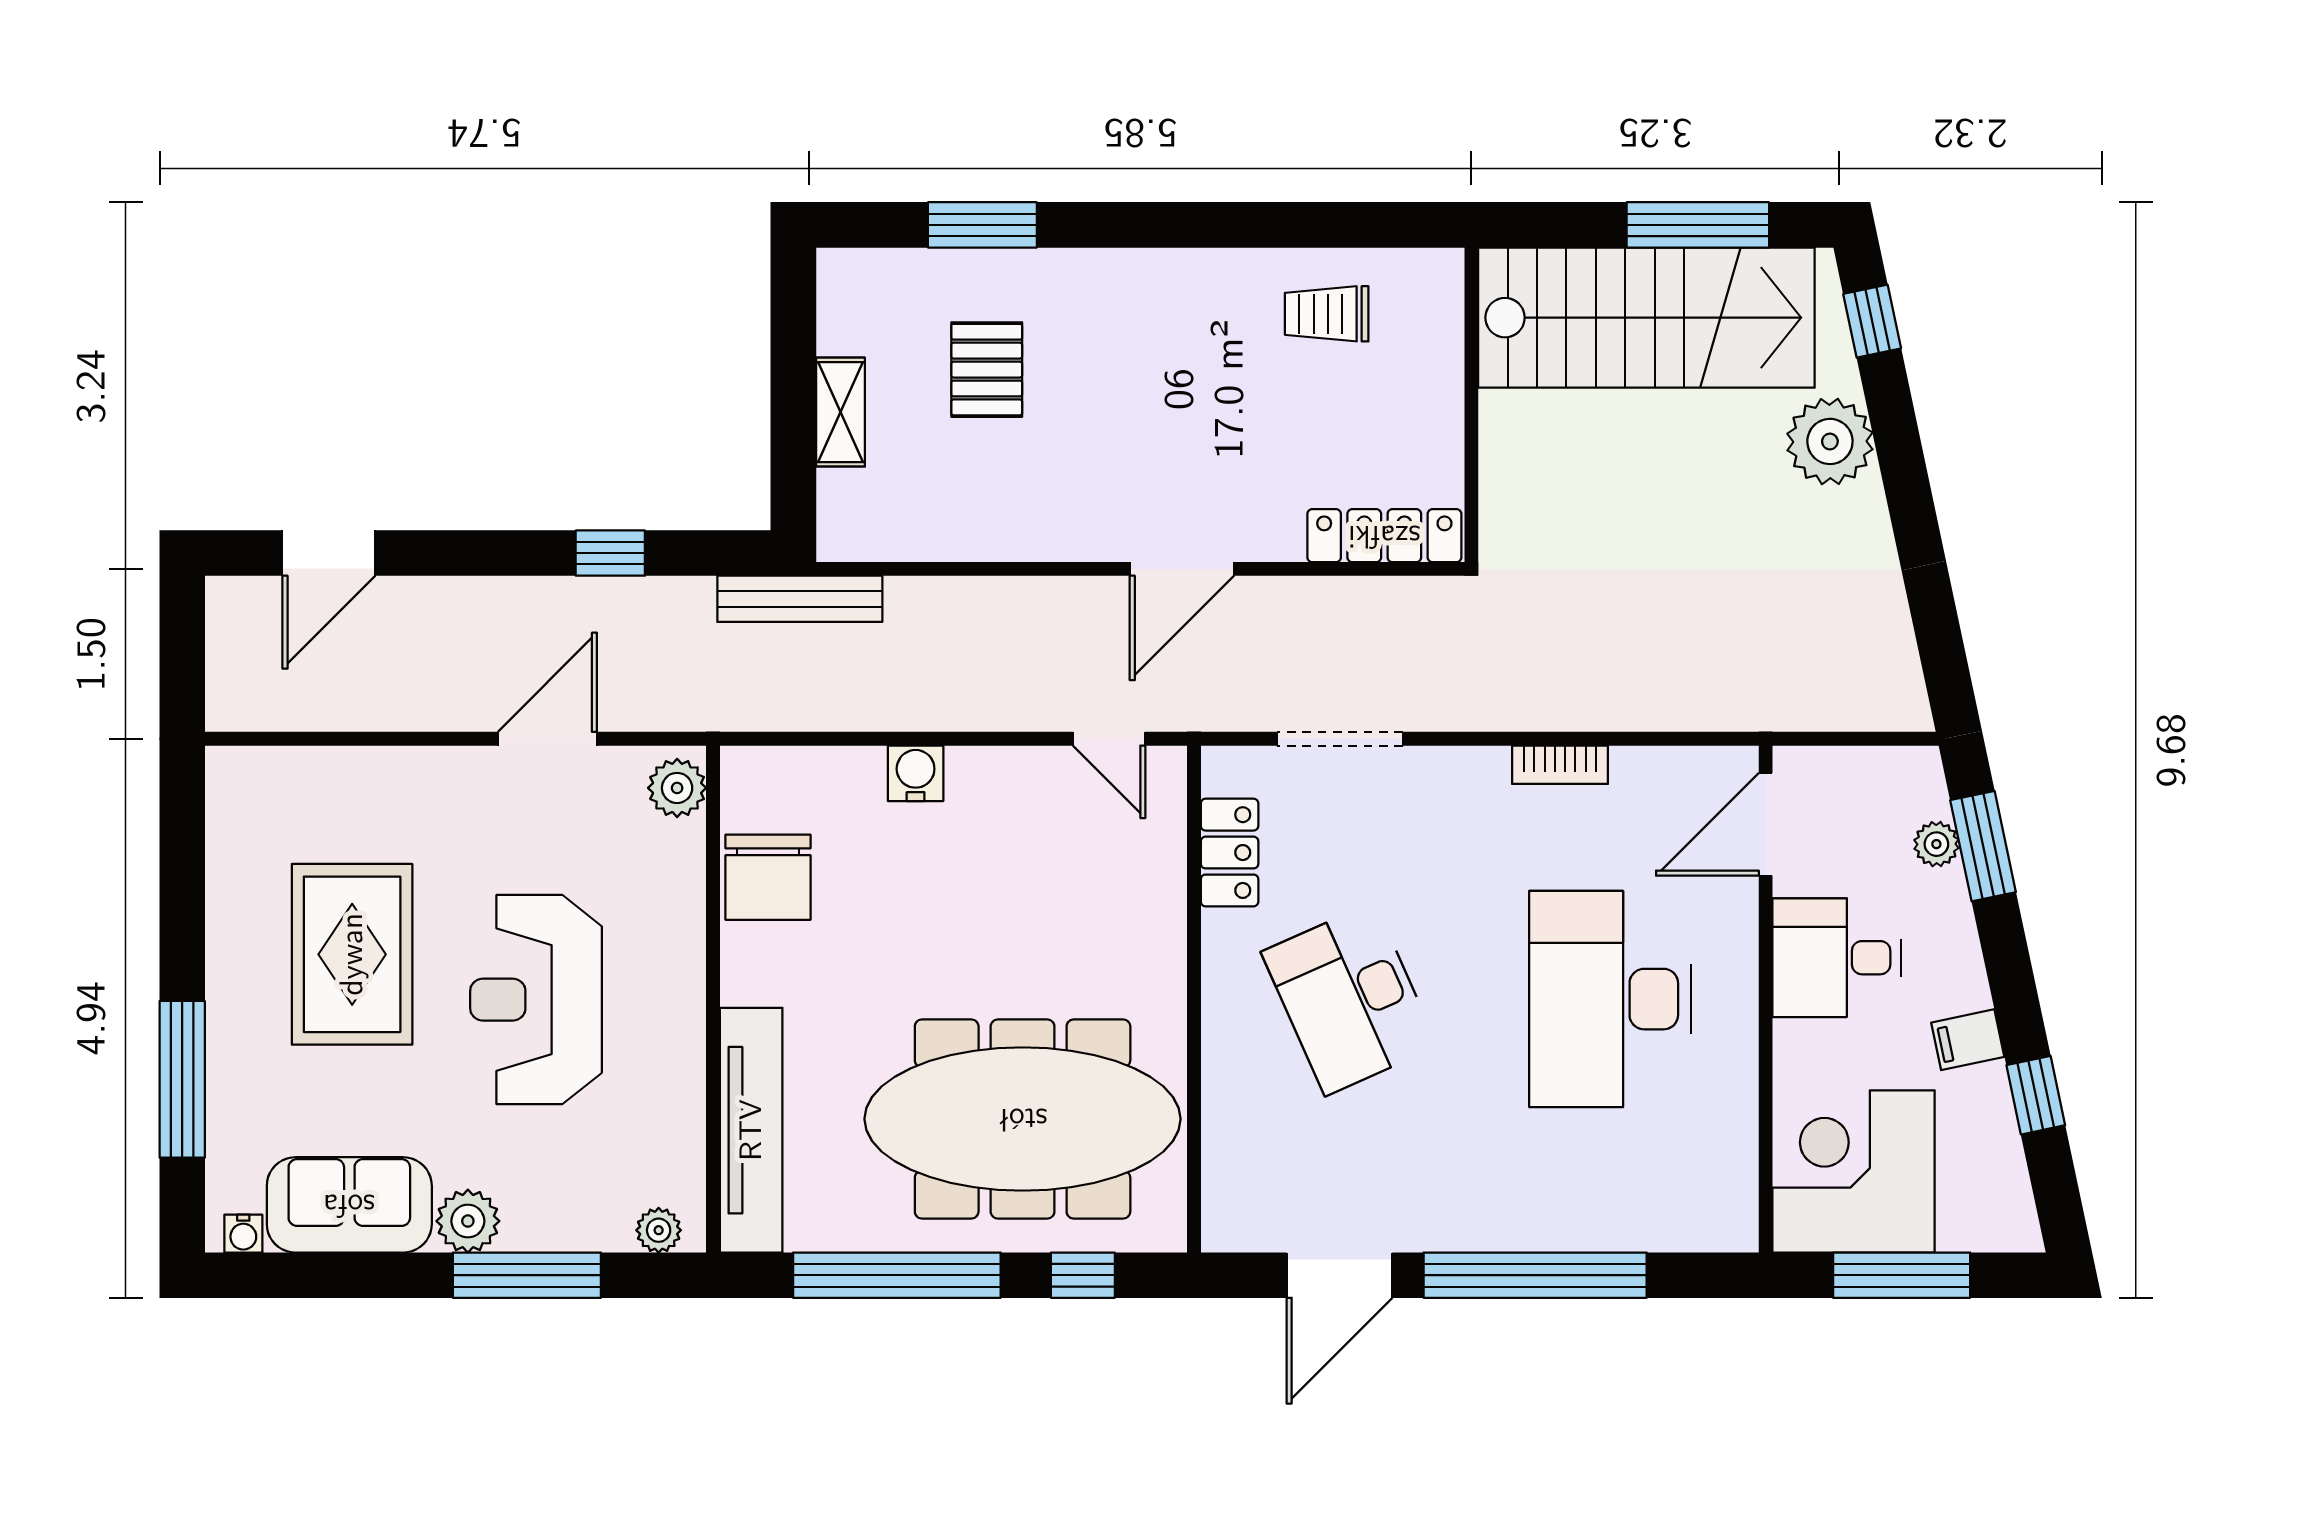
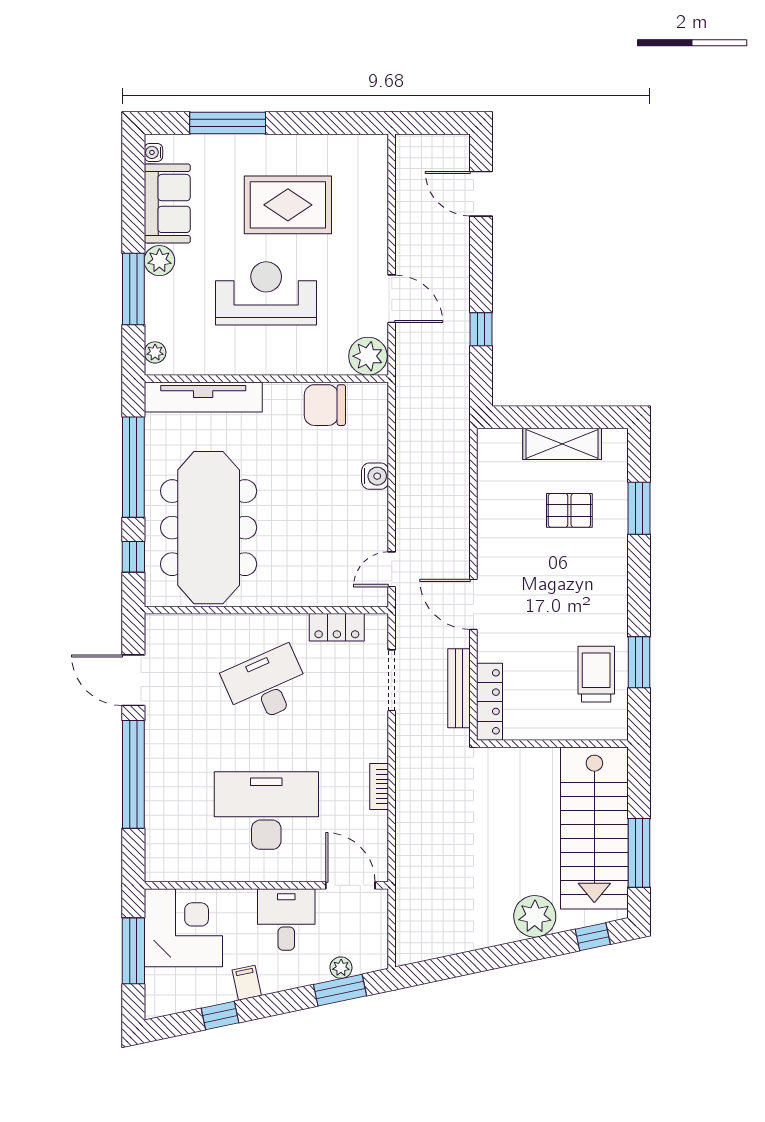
window: (1302, 225) -> (639, 662), added
trolley: (1327, 314) -> (596, 674), width x1.36, depth x1.39
shelving: (840, 412) -> (562, 444), width x1.50, depth x1.33
bench: (800, 599) -> (459, 688), moved
plant: (677, 788) -> (368, 356), width x1.36, depth x1.36

